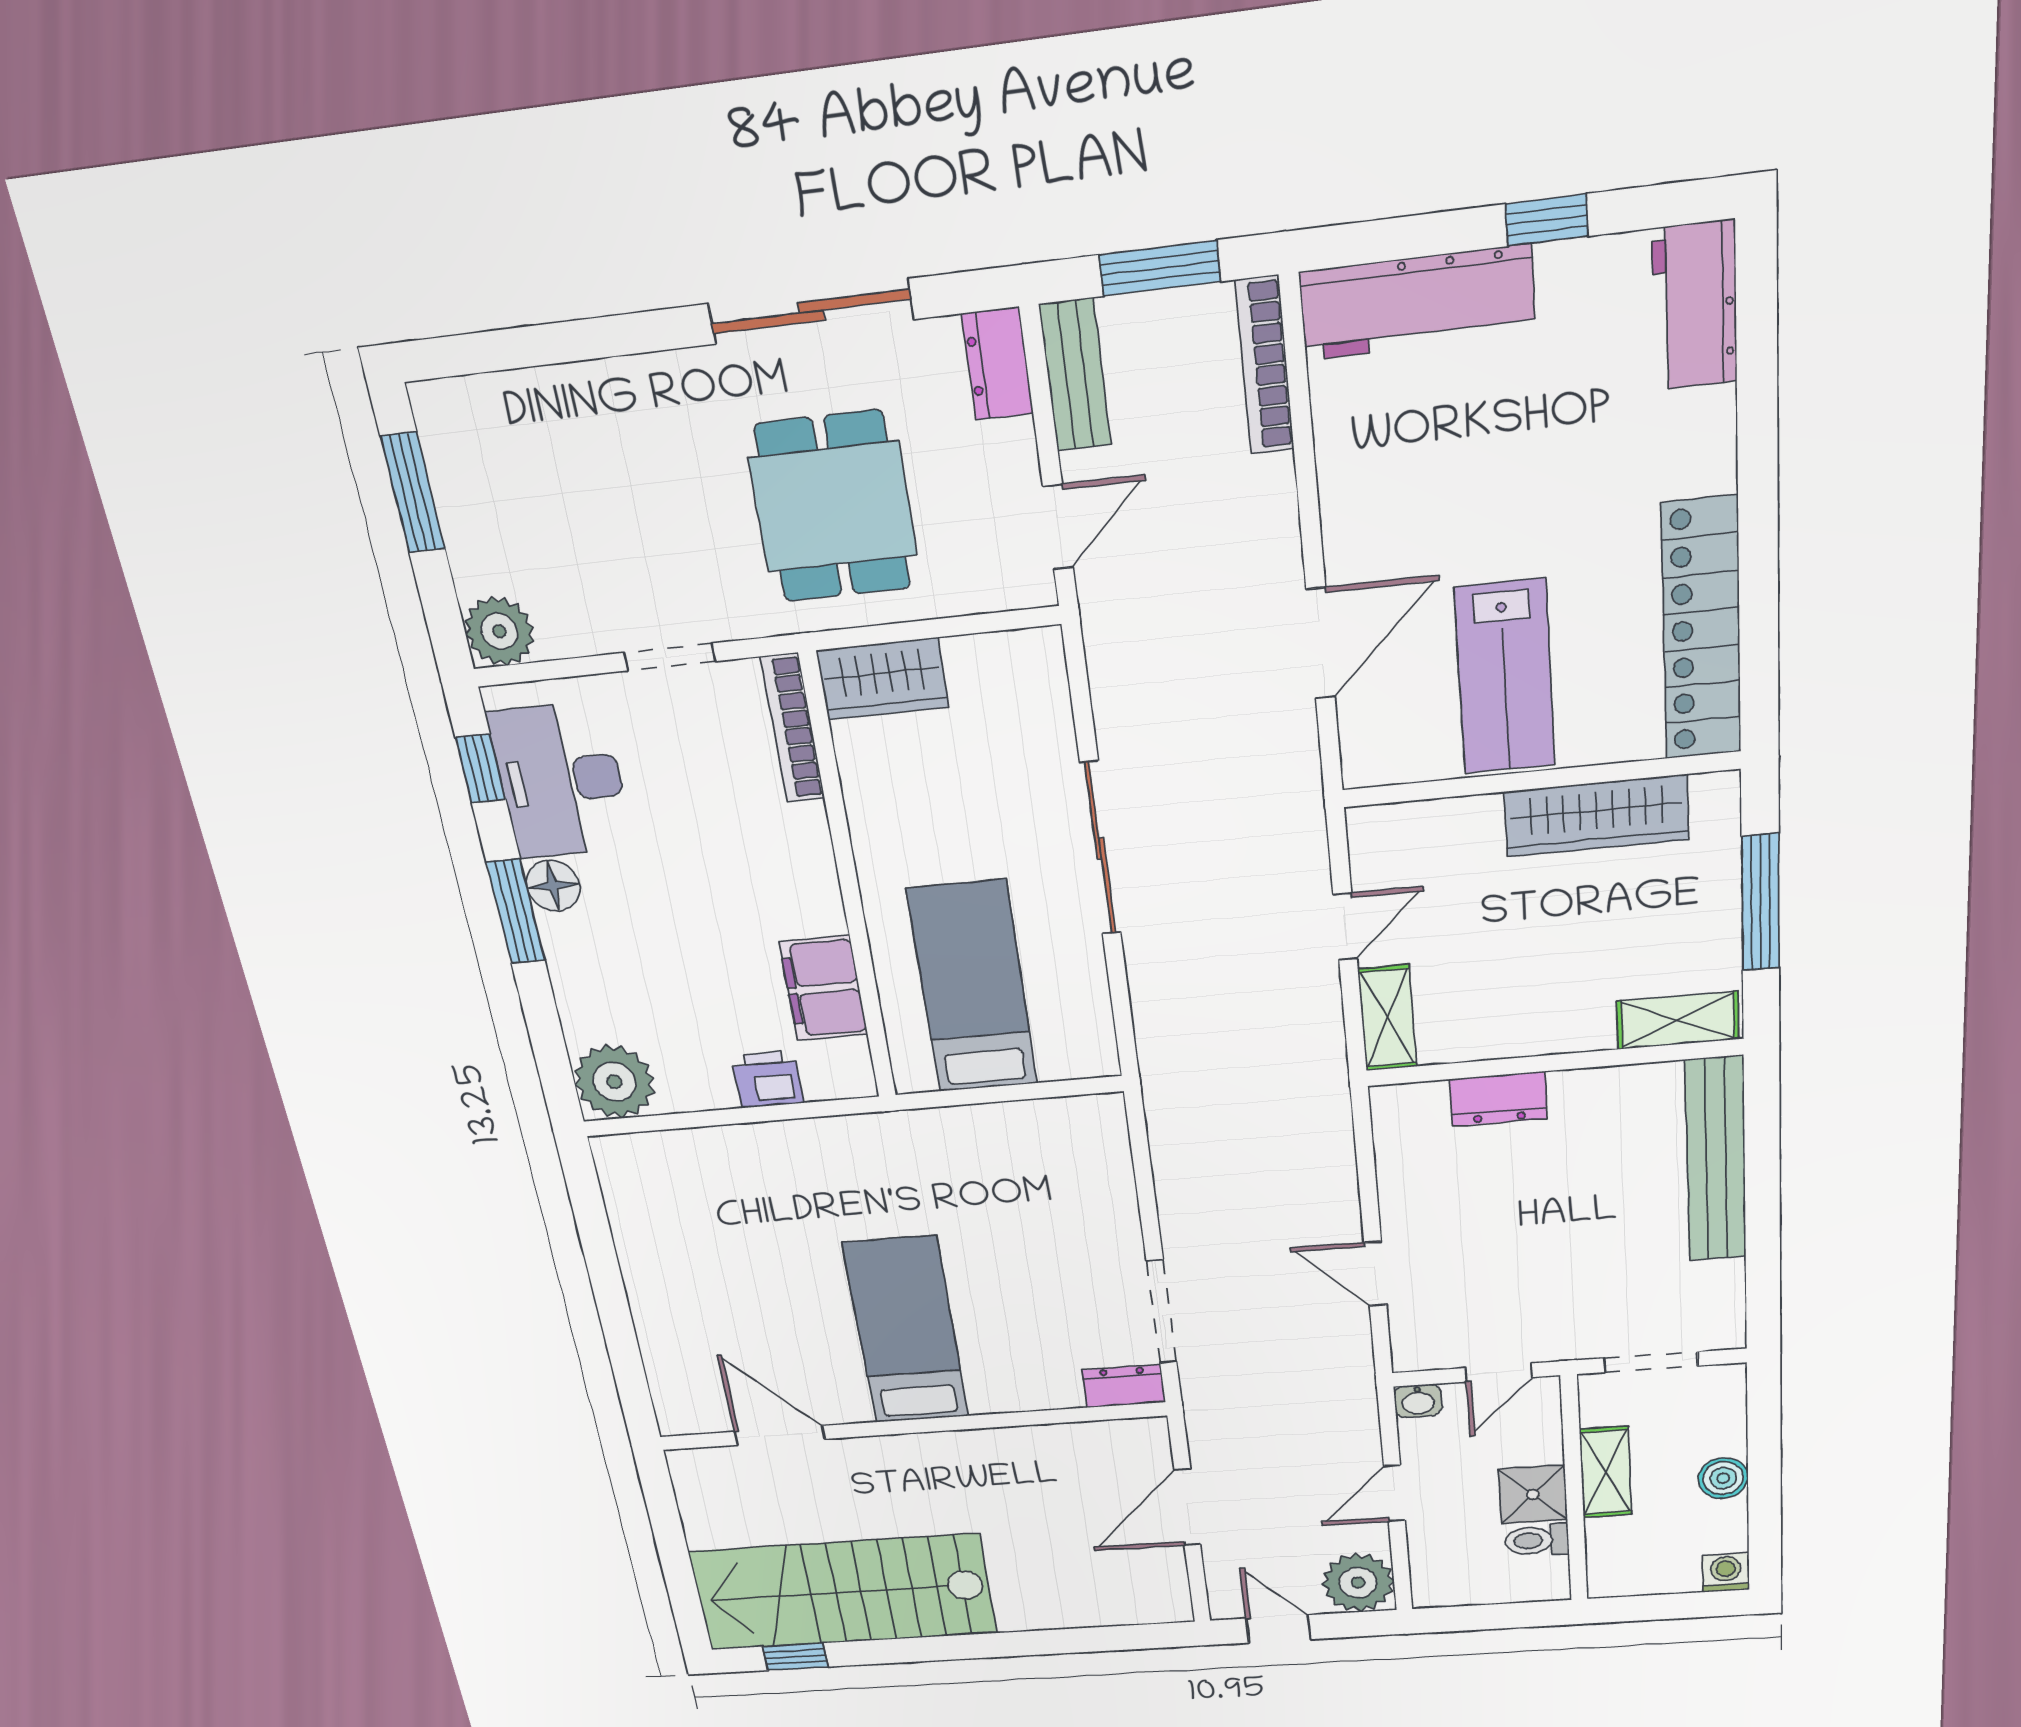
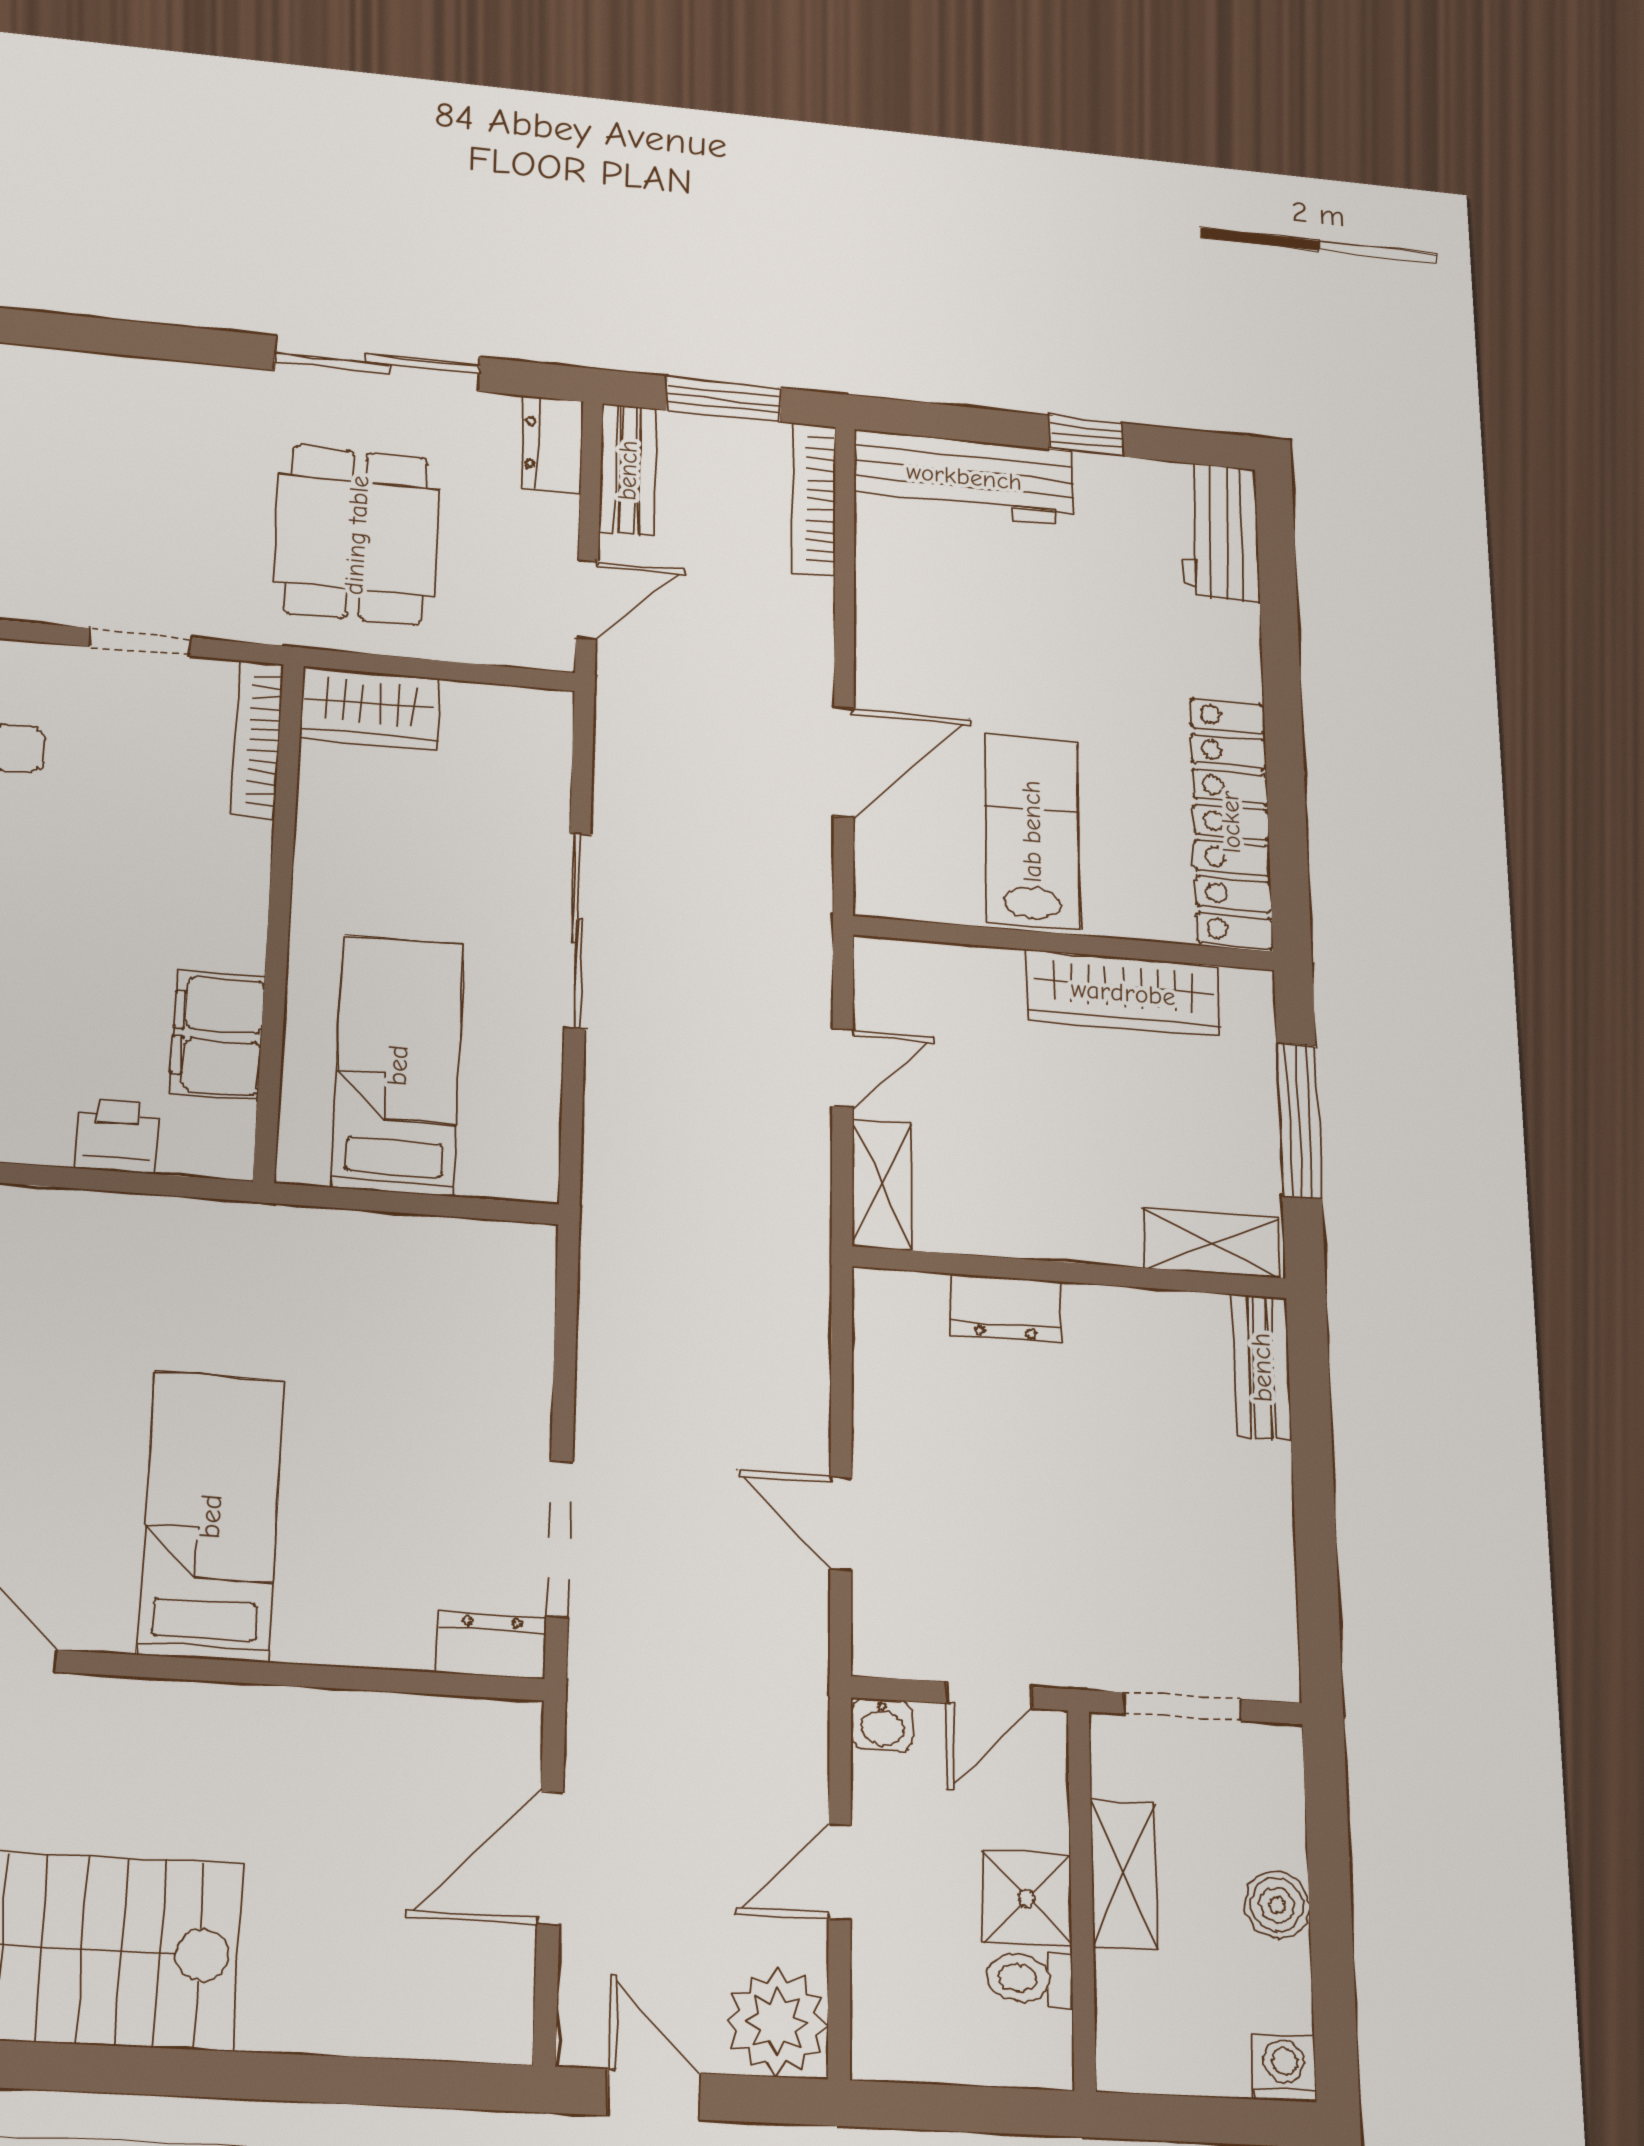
lab bench: (1505, 677) -> (1032, 831), turned 180
bench: (1716, 1160) -> (1262, 1367), width x0.54, depth x0.82

